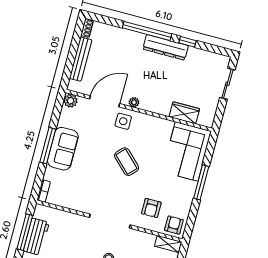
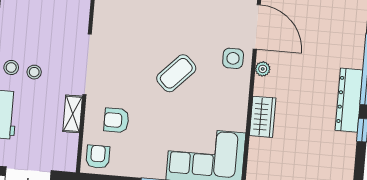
wardrobe: (184, 113) -> (263, 117), moved
armchair: (174, 225) -> (98, 157), turned -90
shelving: (168, 244) -> (73, 114), moved

